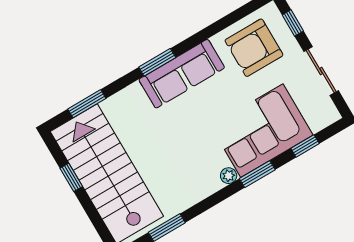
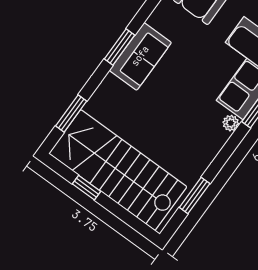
sofa: (182, 74) -> (140, 56), width x0.73

